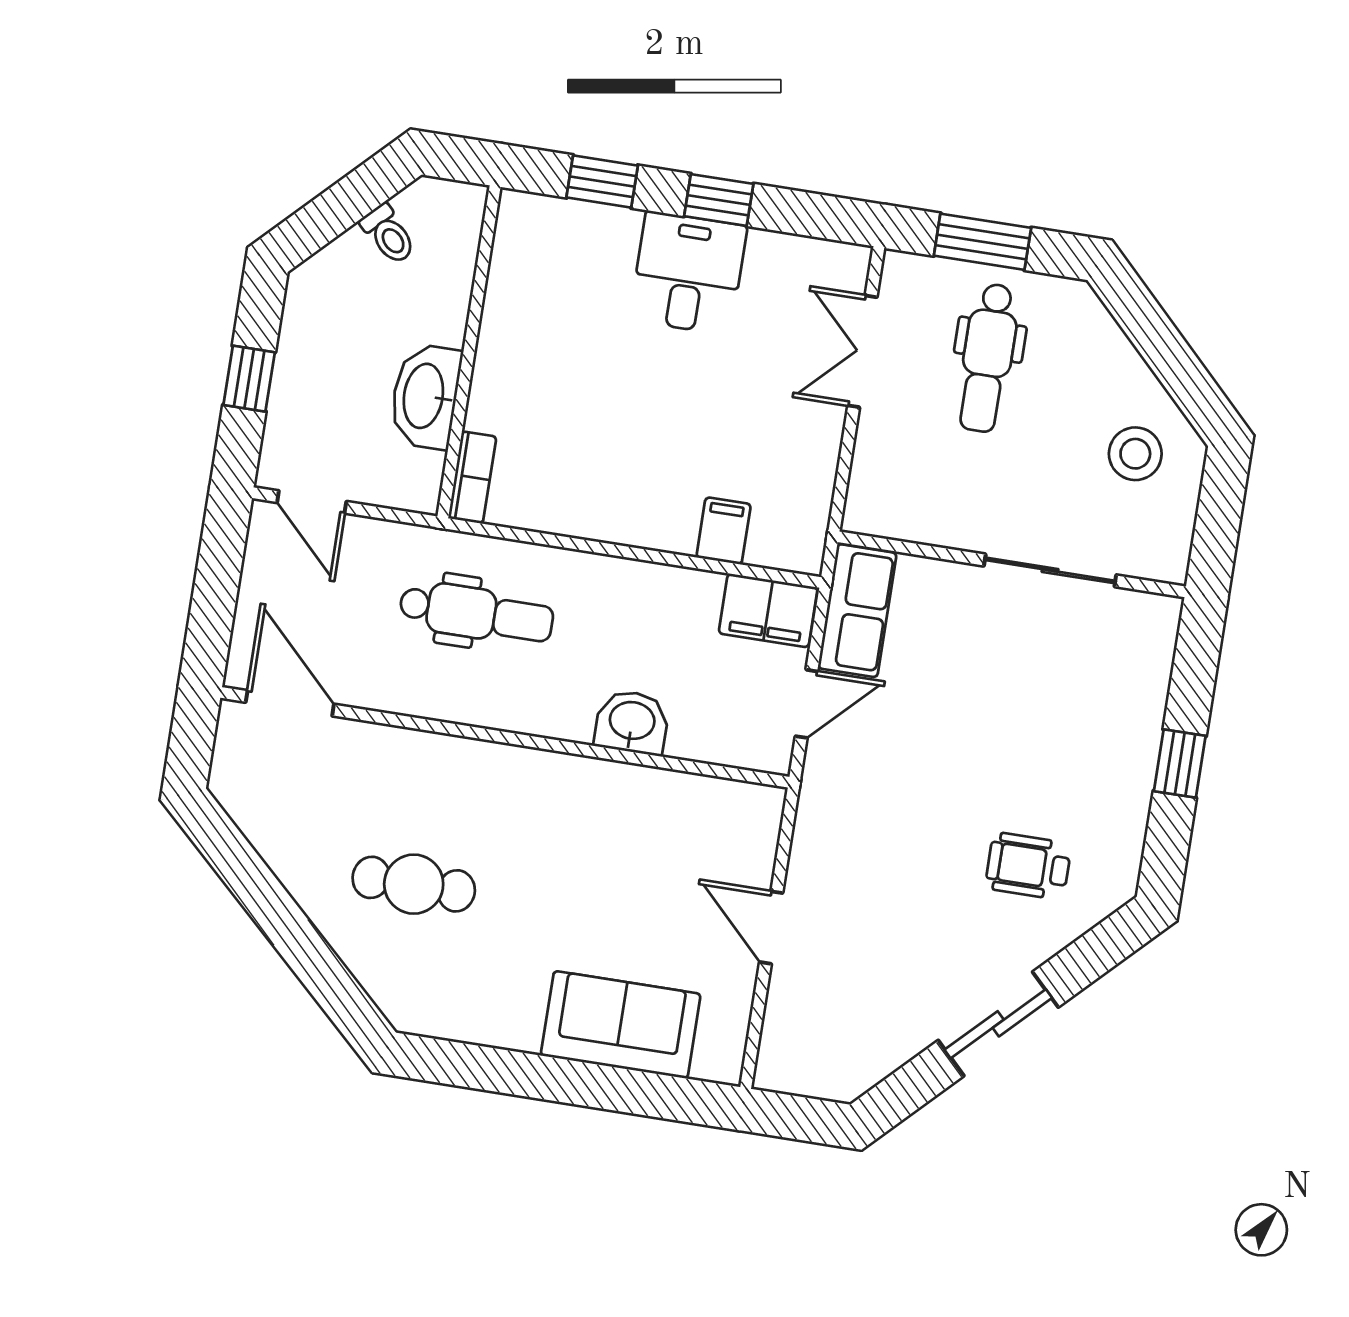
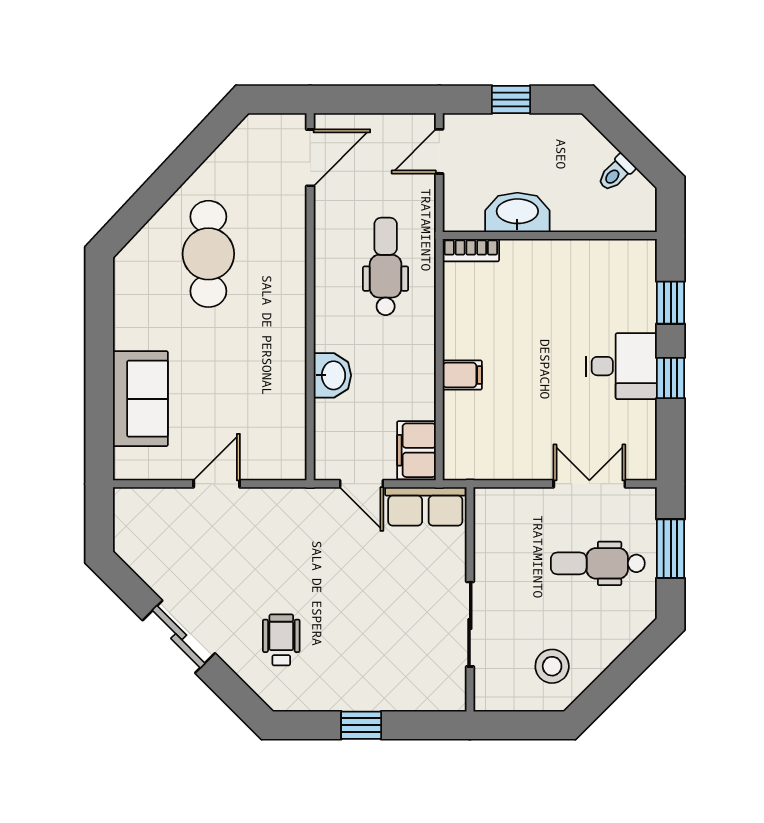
filing cabinet: (724, 531) -> (462, 375), moved
dental chair: (476, 613) -> (386, 266), turned 180
cafe table: (414, 884) -> (208, 254), width x1.37, depth x1.35

